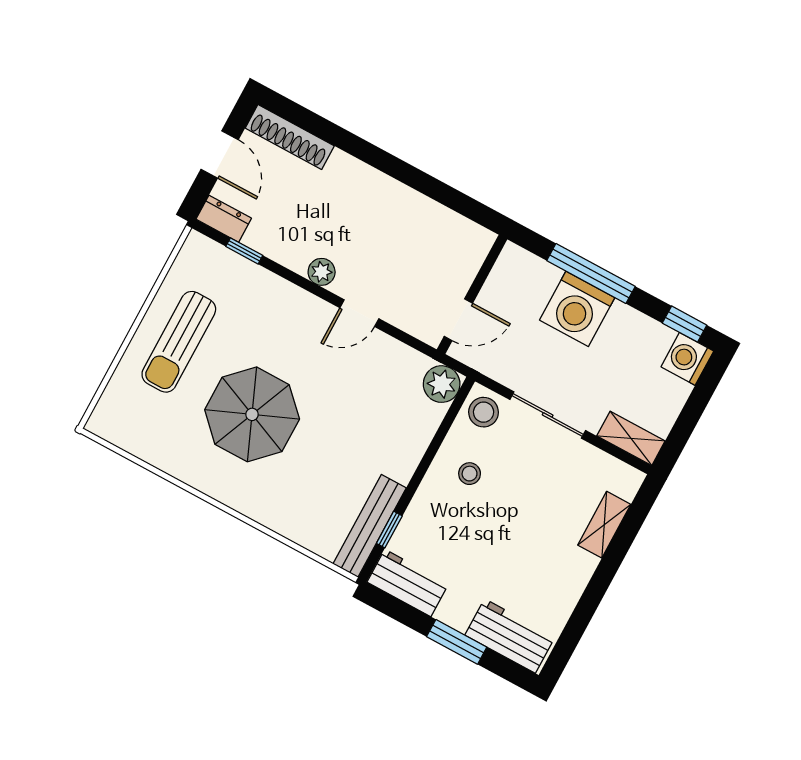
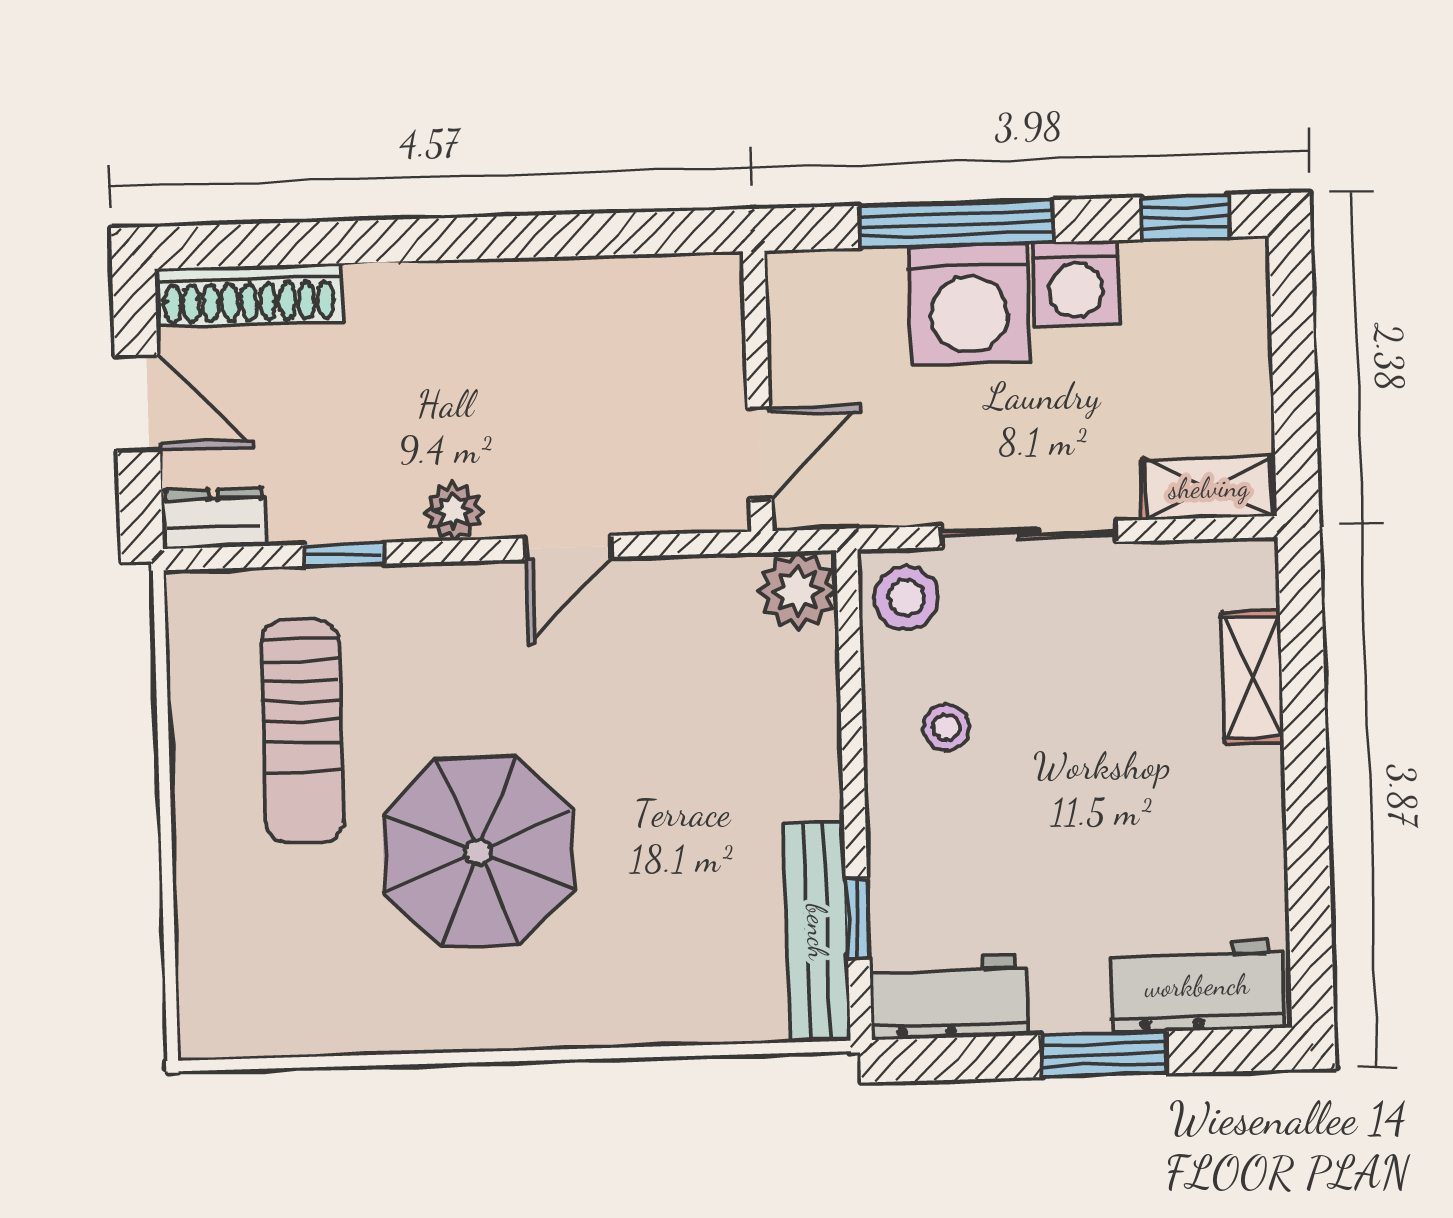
window: (244, 251) -> (344, 554), moved
sun lounger: (179, 342) -> (302, 731), moved
washing machine: (687, 359) -> (1076, 283), moved, turned -90

